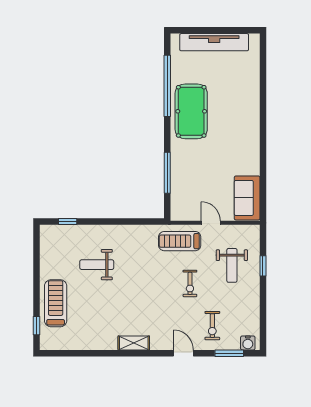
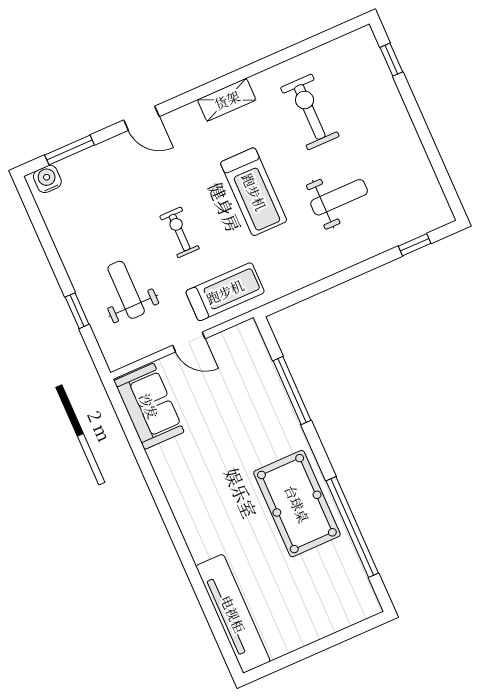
tv unit: (214, 42) -> (233, 614), moved, turned 90
treadmill: (56, 303) -> (254, 192), moved
exercise bike: (212, 326) -> (310, 112), moved, width x1.38, depth x1.39

